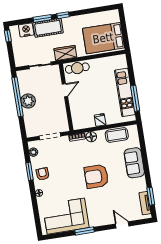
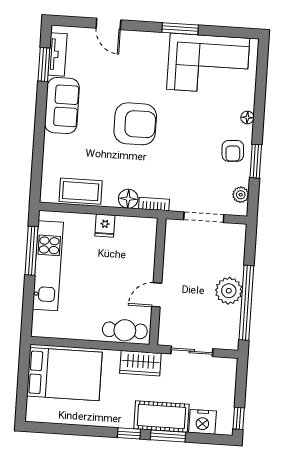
sofa: (134, 163) -> (62, 106), moved

